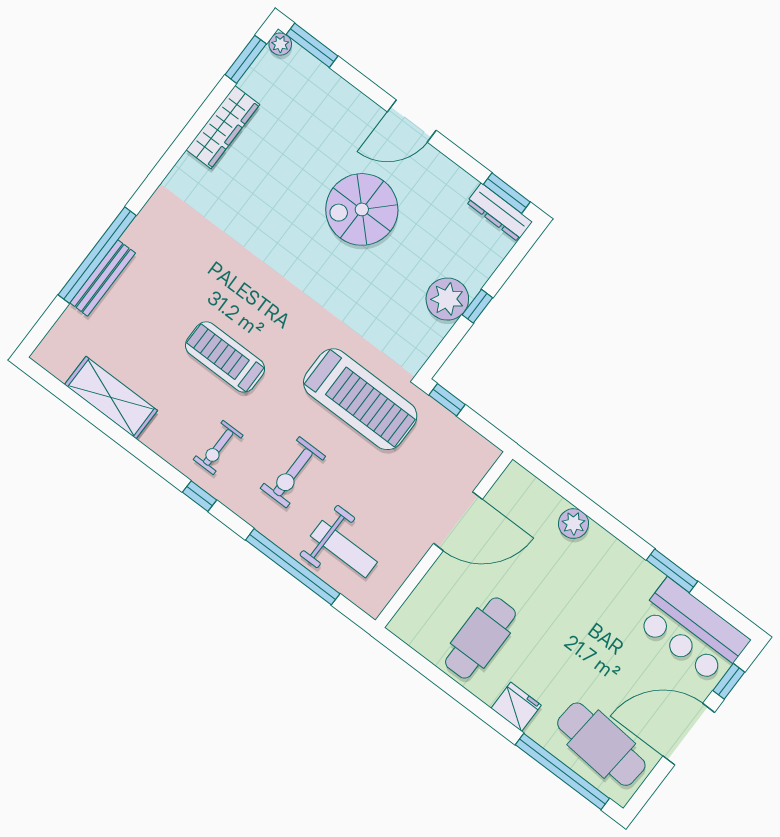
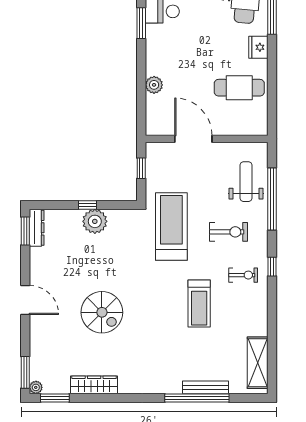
spiral stairs: (362, 209) -> (102, 312), moved
shelving: (111, 398) -> (258, 363), moved
window: (447, 400) -> (141, 168), moved

